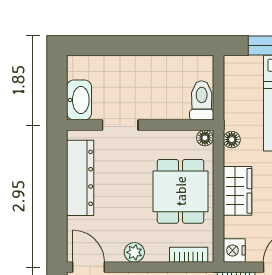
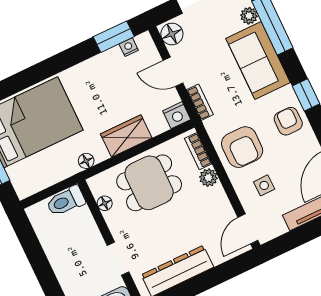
floor lamp: (205, 138) -> (105, 203), moved
plant: (134, 252) -> (208, 178), moved

